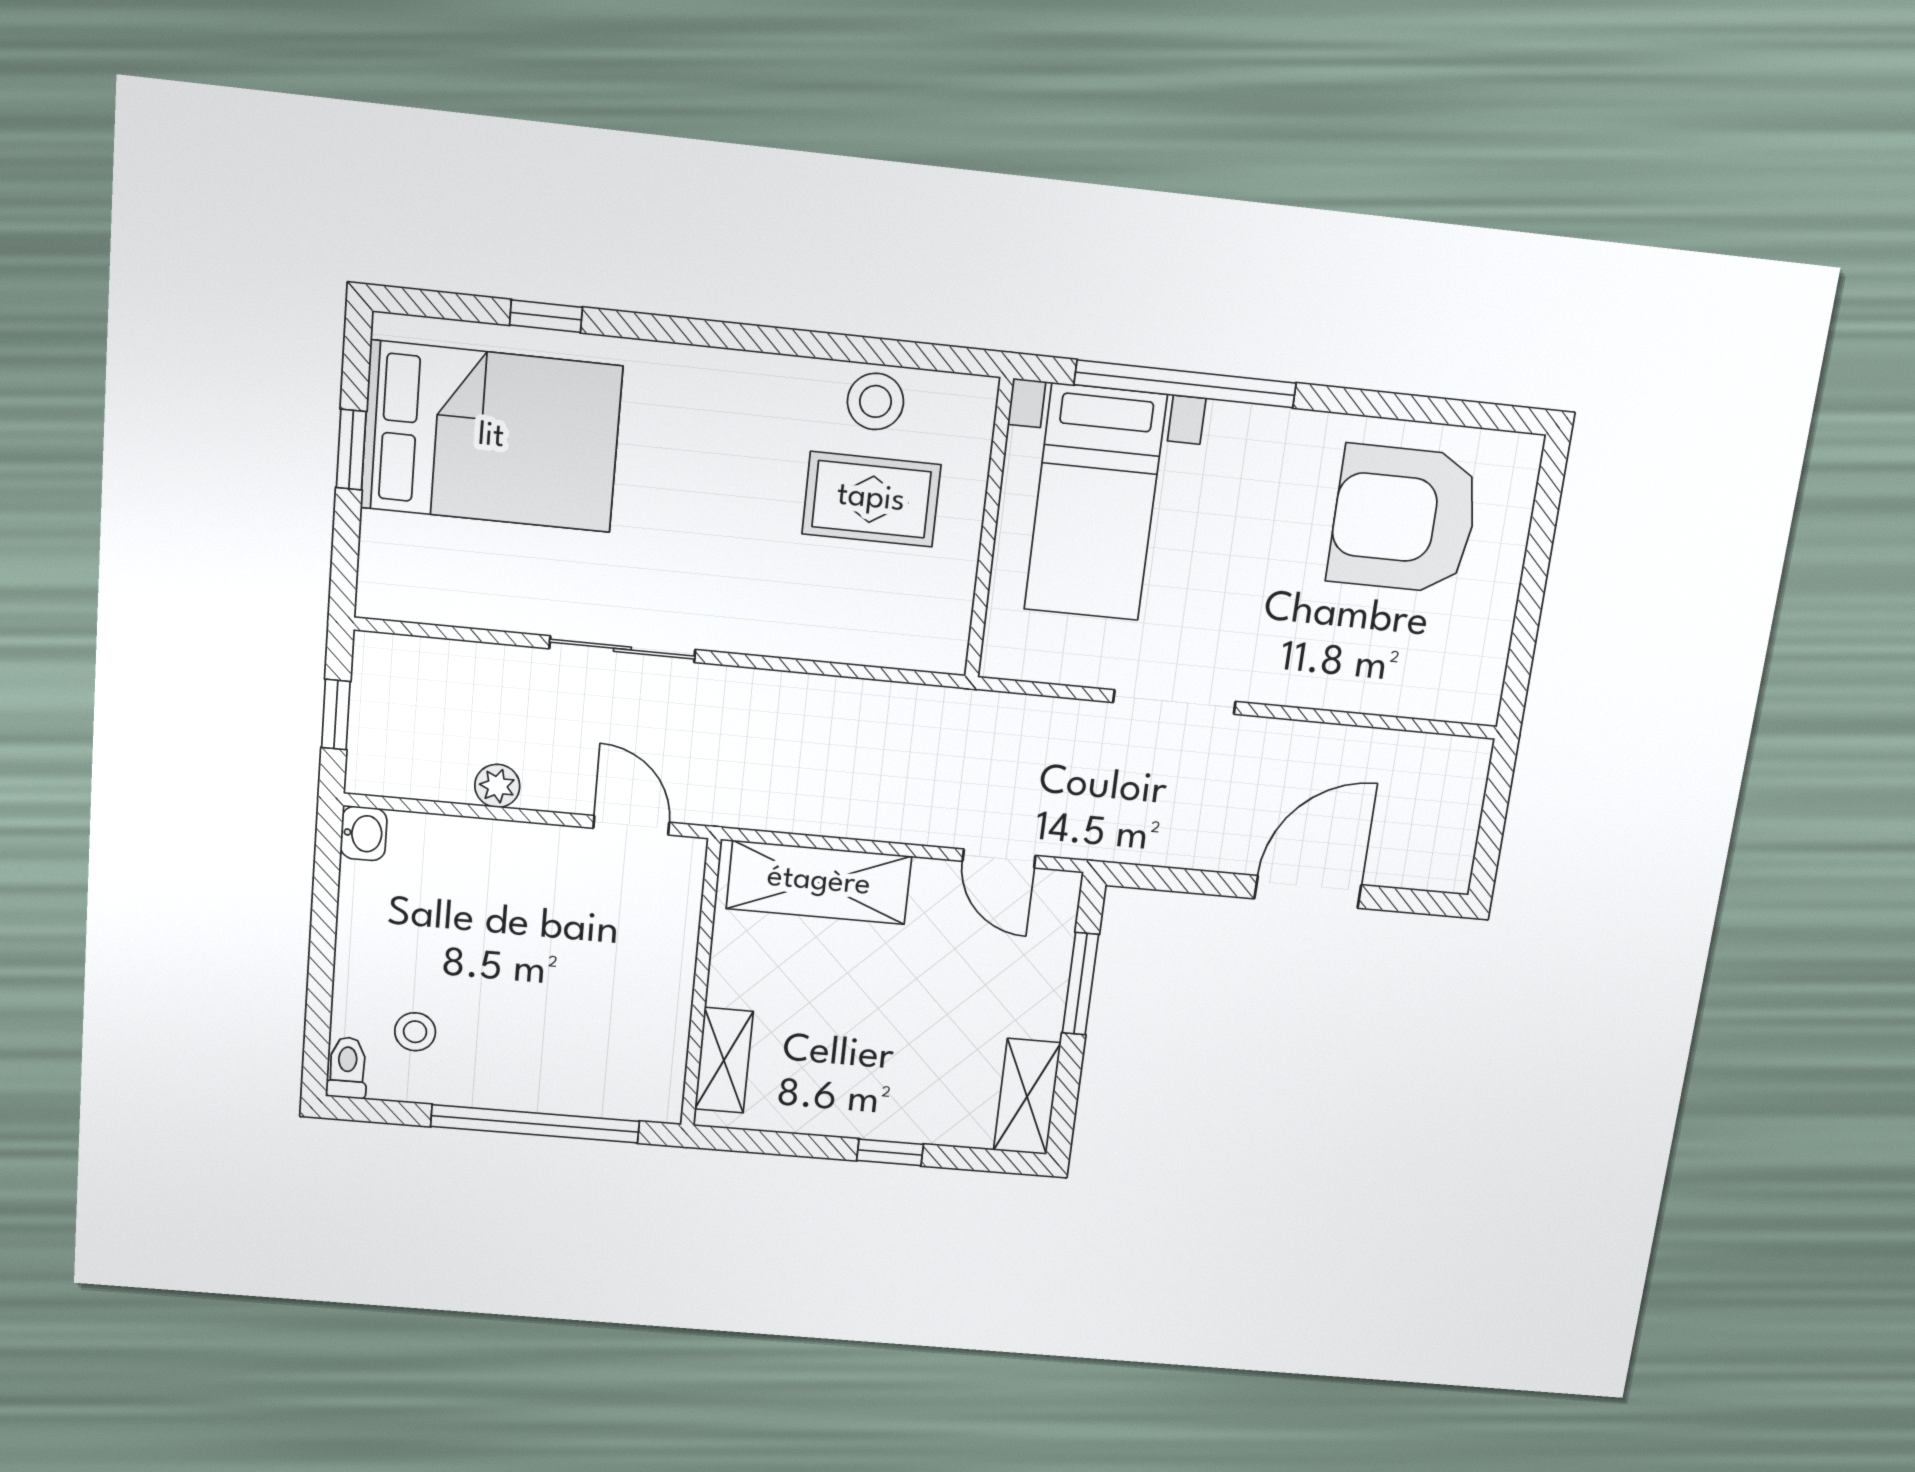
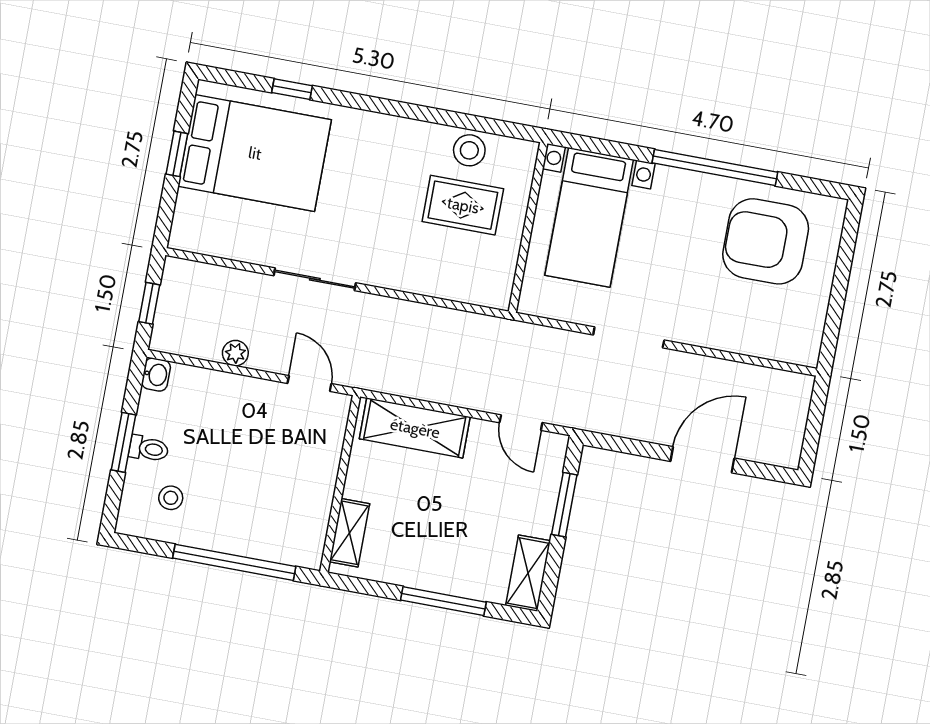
window: (1185, 384) -> (715, 168), moved
window: (322, 950) -> (123, 442), added
toilet: (347, 1068) -> (149, 449), moved, turned 90
window: (890, 1152) -> (443, 601), width x2.17

